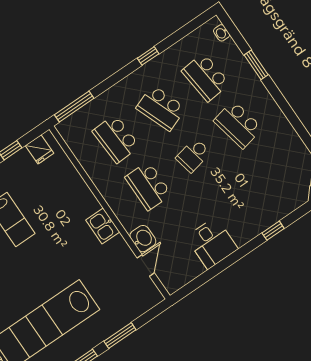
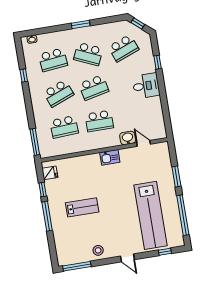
window: (148, 56) -> (24, 75), moved
window: (256, 65) -> (81, 24), moved
school desk: (238, 125) -> (88, 54), turned 36
school desk: (193, 155) -> (94, 88), width x1.85
school desk: (270, 172) -> (123, 48), added
desk: (212, 243) -> (146, 86), moved

